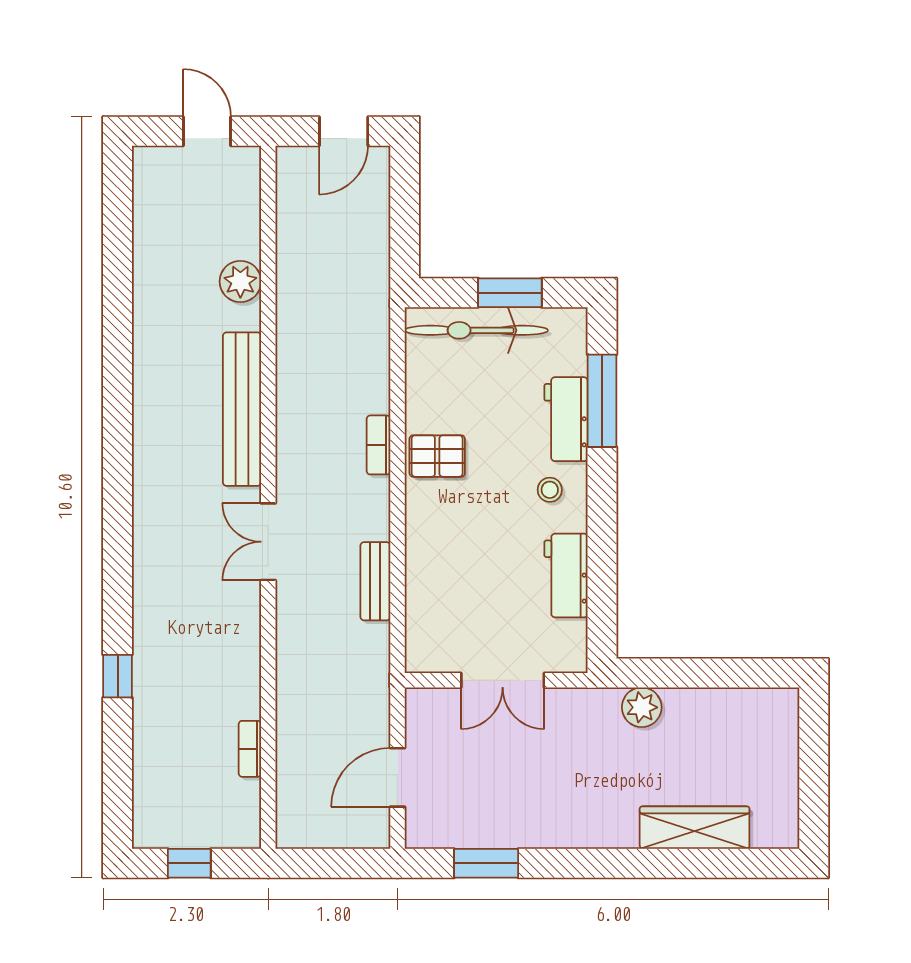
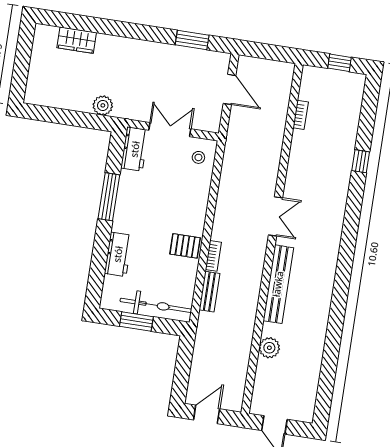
window: (602, 401) -> (109, 197), moved
stool: (550, 490) -> (198, 157), moved
workbench: (566, 576) -> (135, 149), moved
bench: (375, 581) -> (209, 292), moved
door: (397, 777) -> (229, 89), hinge flipped
wardrobe: (695, 828) -> (77, 40), width x0.67

